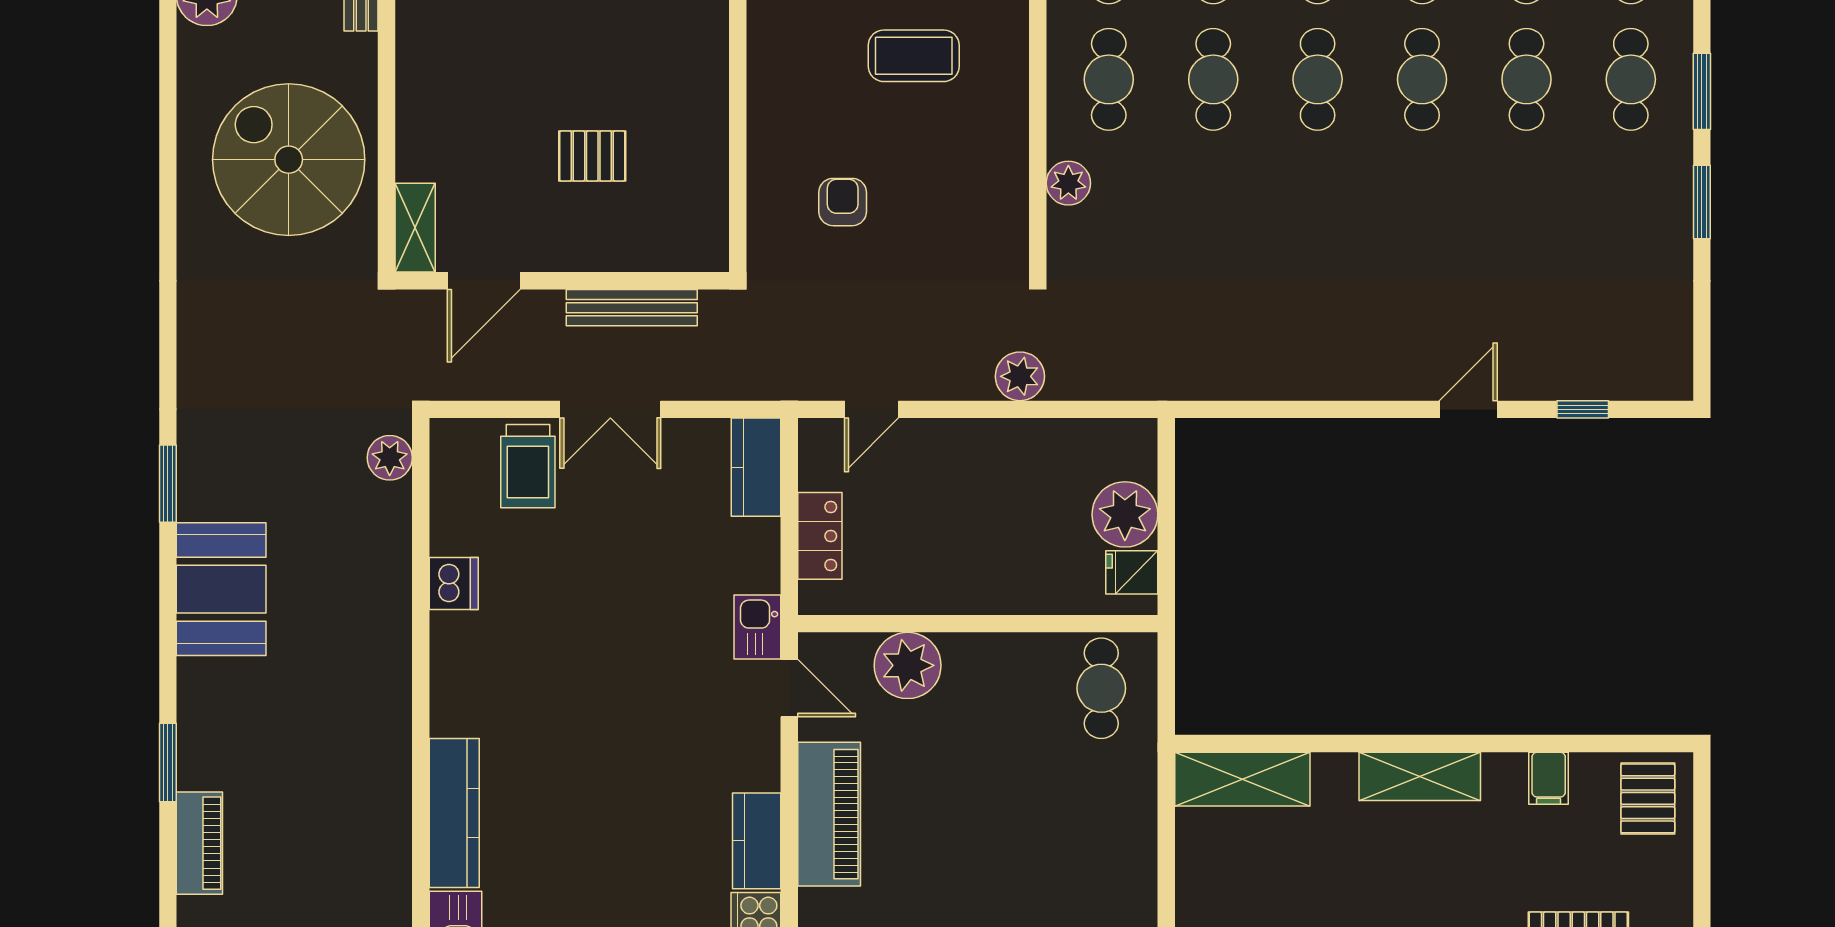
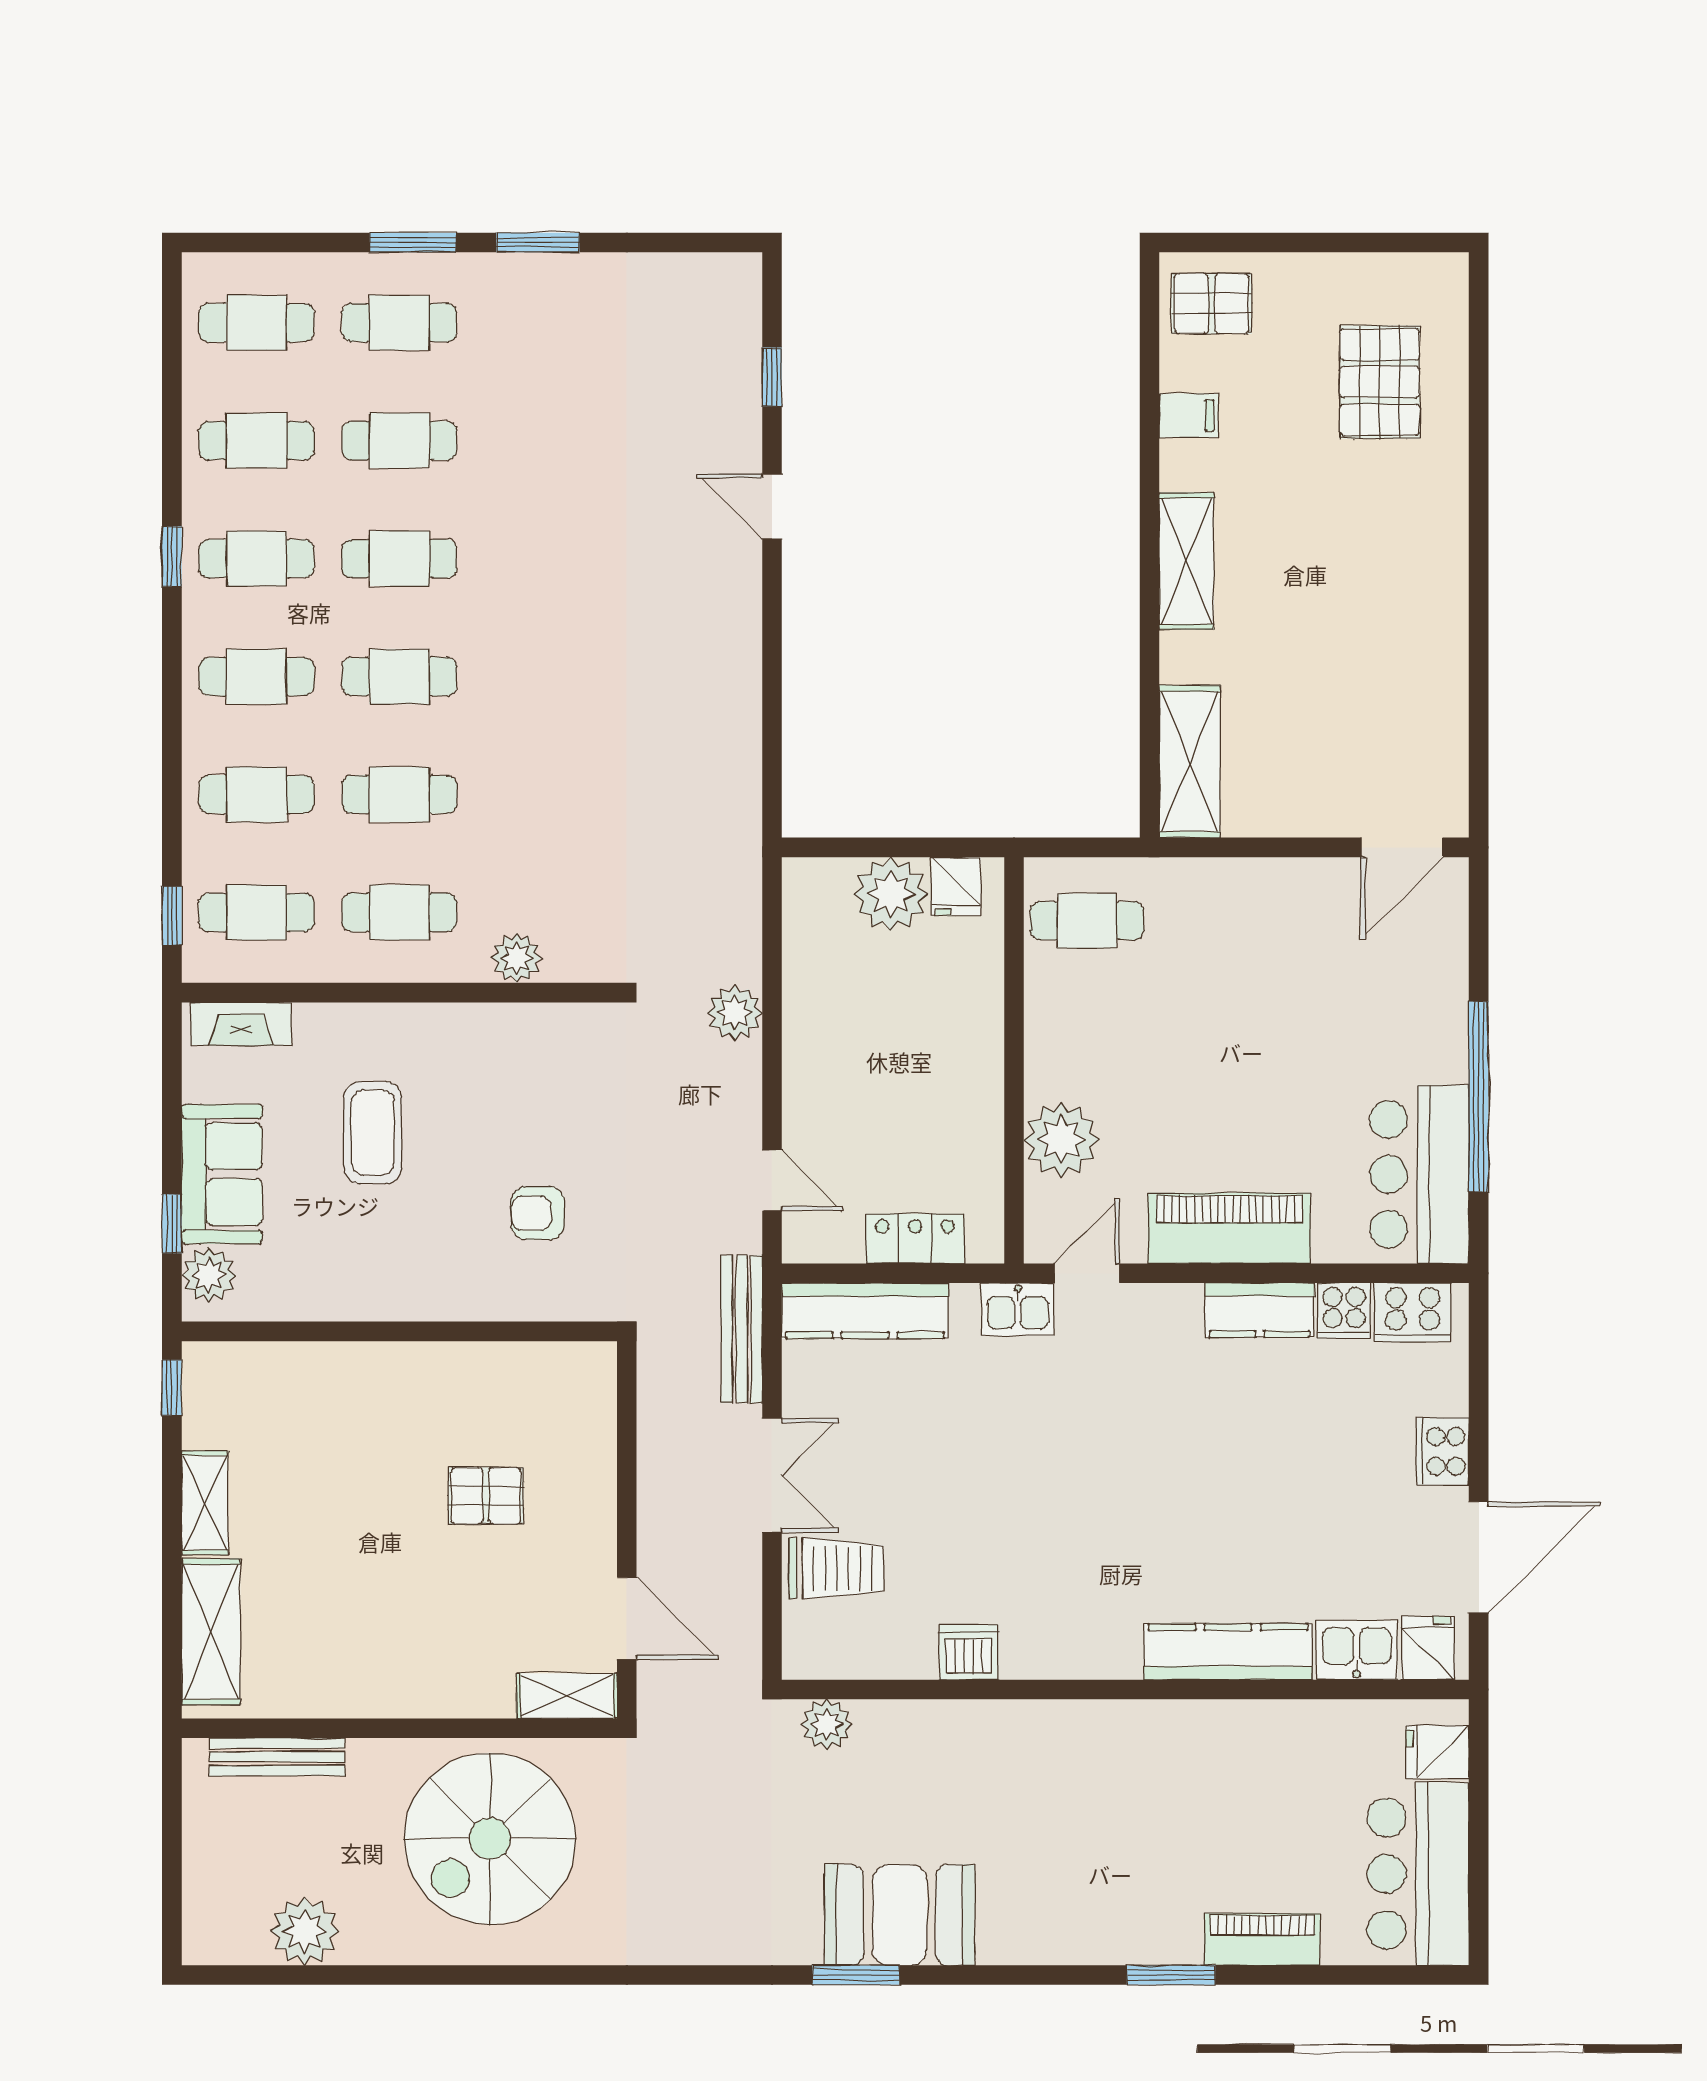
pallet: (592, 156) -> (486, 1496), turned 90
bench: (632, 308) -> (742, 1329), moved
kitchen counter: (756, 467) -> (865, 1311), width x1.50
booth: (221, 589) -> (900, 1915), moved

